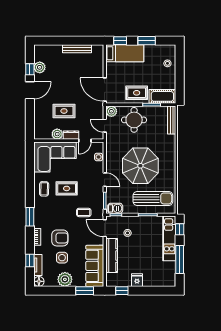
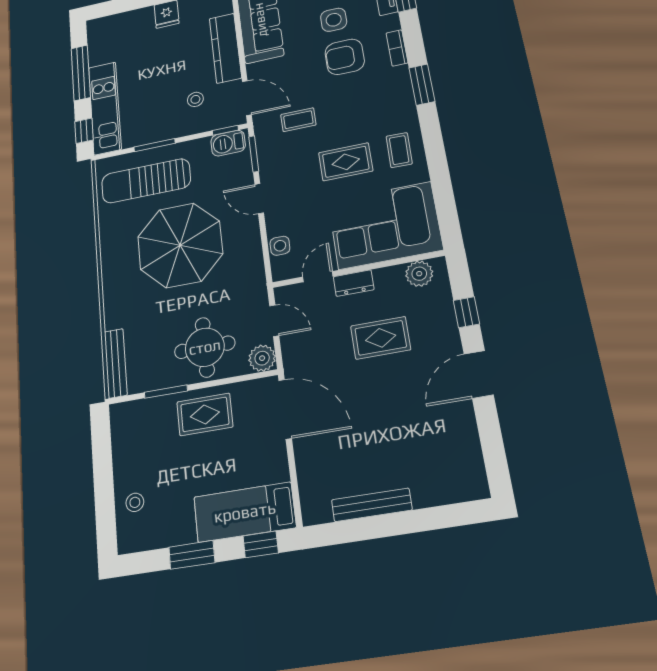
plant: (40, 67) -> (464, 439), removed
window: (30, 69) -> (466, 312), moved
cot: (162, 96) -> (141, 416), removed
plant: (57, 134) -> (419, 274), moved

